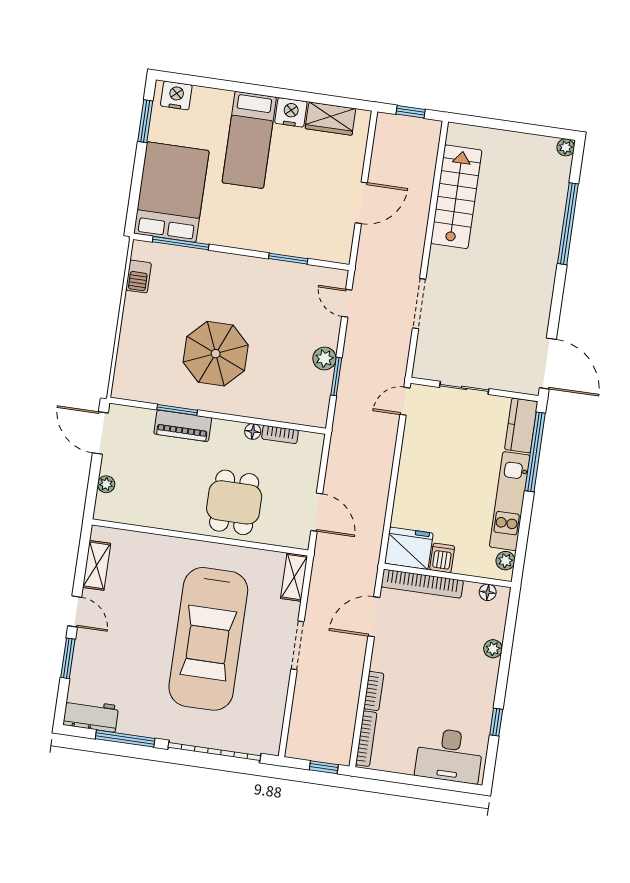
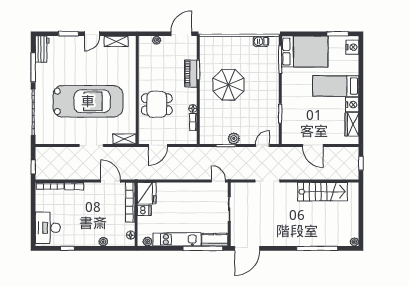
car: (208, 639) -> (88, 101), turned 180

